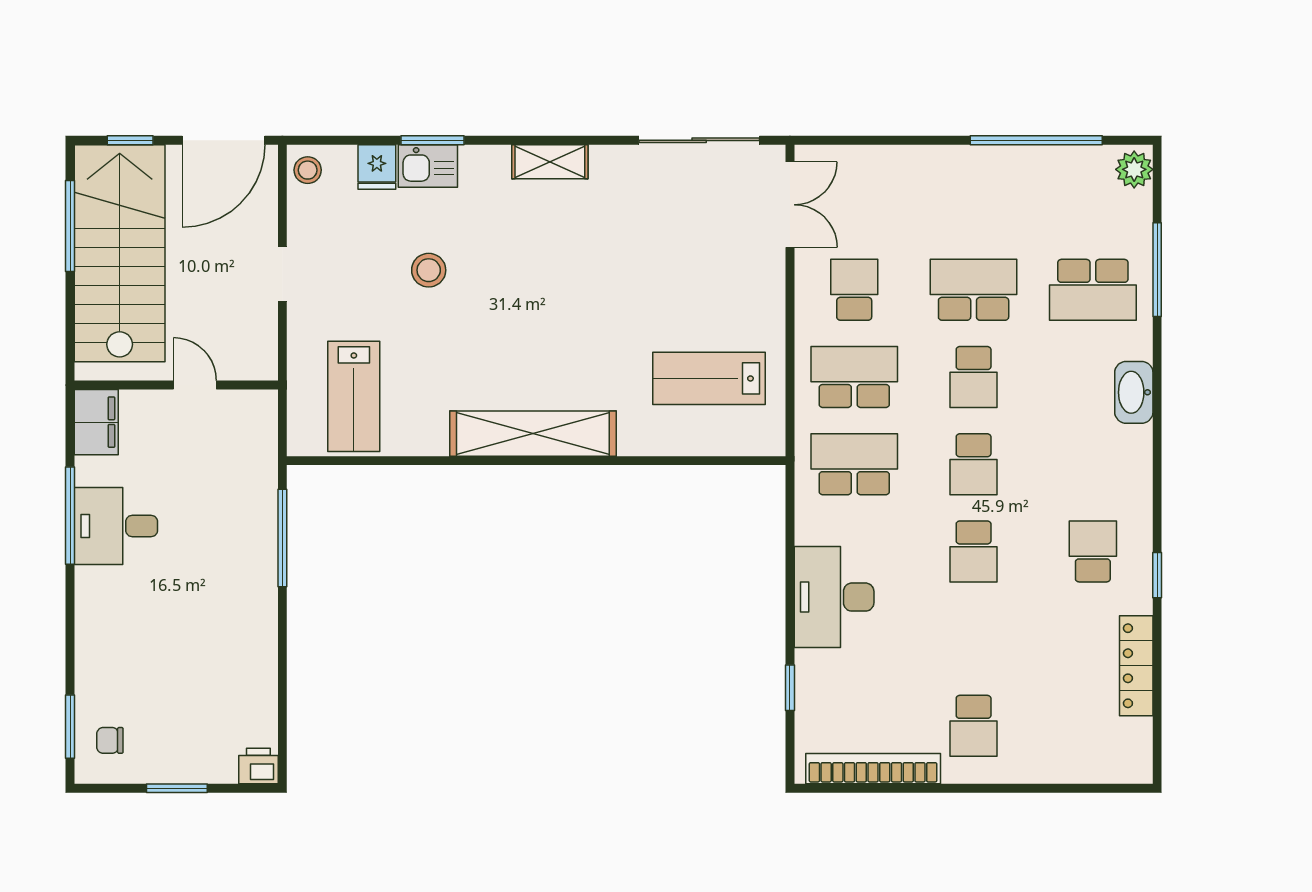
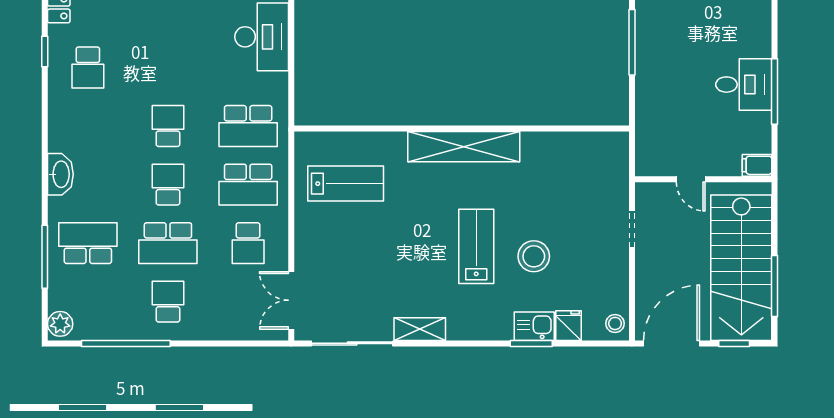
shelving: (550, 162) -> (420, 329), moved
stool: (429, 270) -> (534, 256), width x1.38, depth x1.38
doorway: (282, 274) -> (632, 229), moved
lab bench: (354, 396) -> (476, 246), moved
filing cabinet: (96, 422) -> (757, 165), width x0.50
window: (282, 538) -> (632, 42), moved
school desk: (974, 551) -> (168, 302), moved

